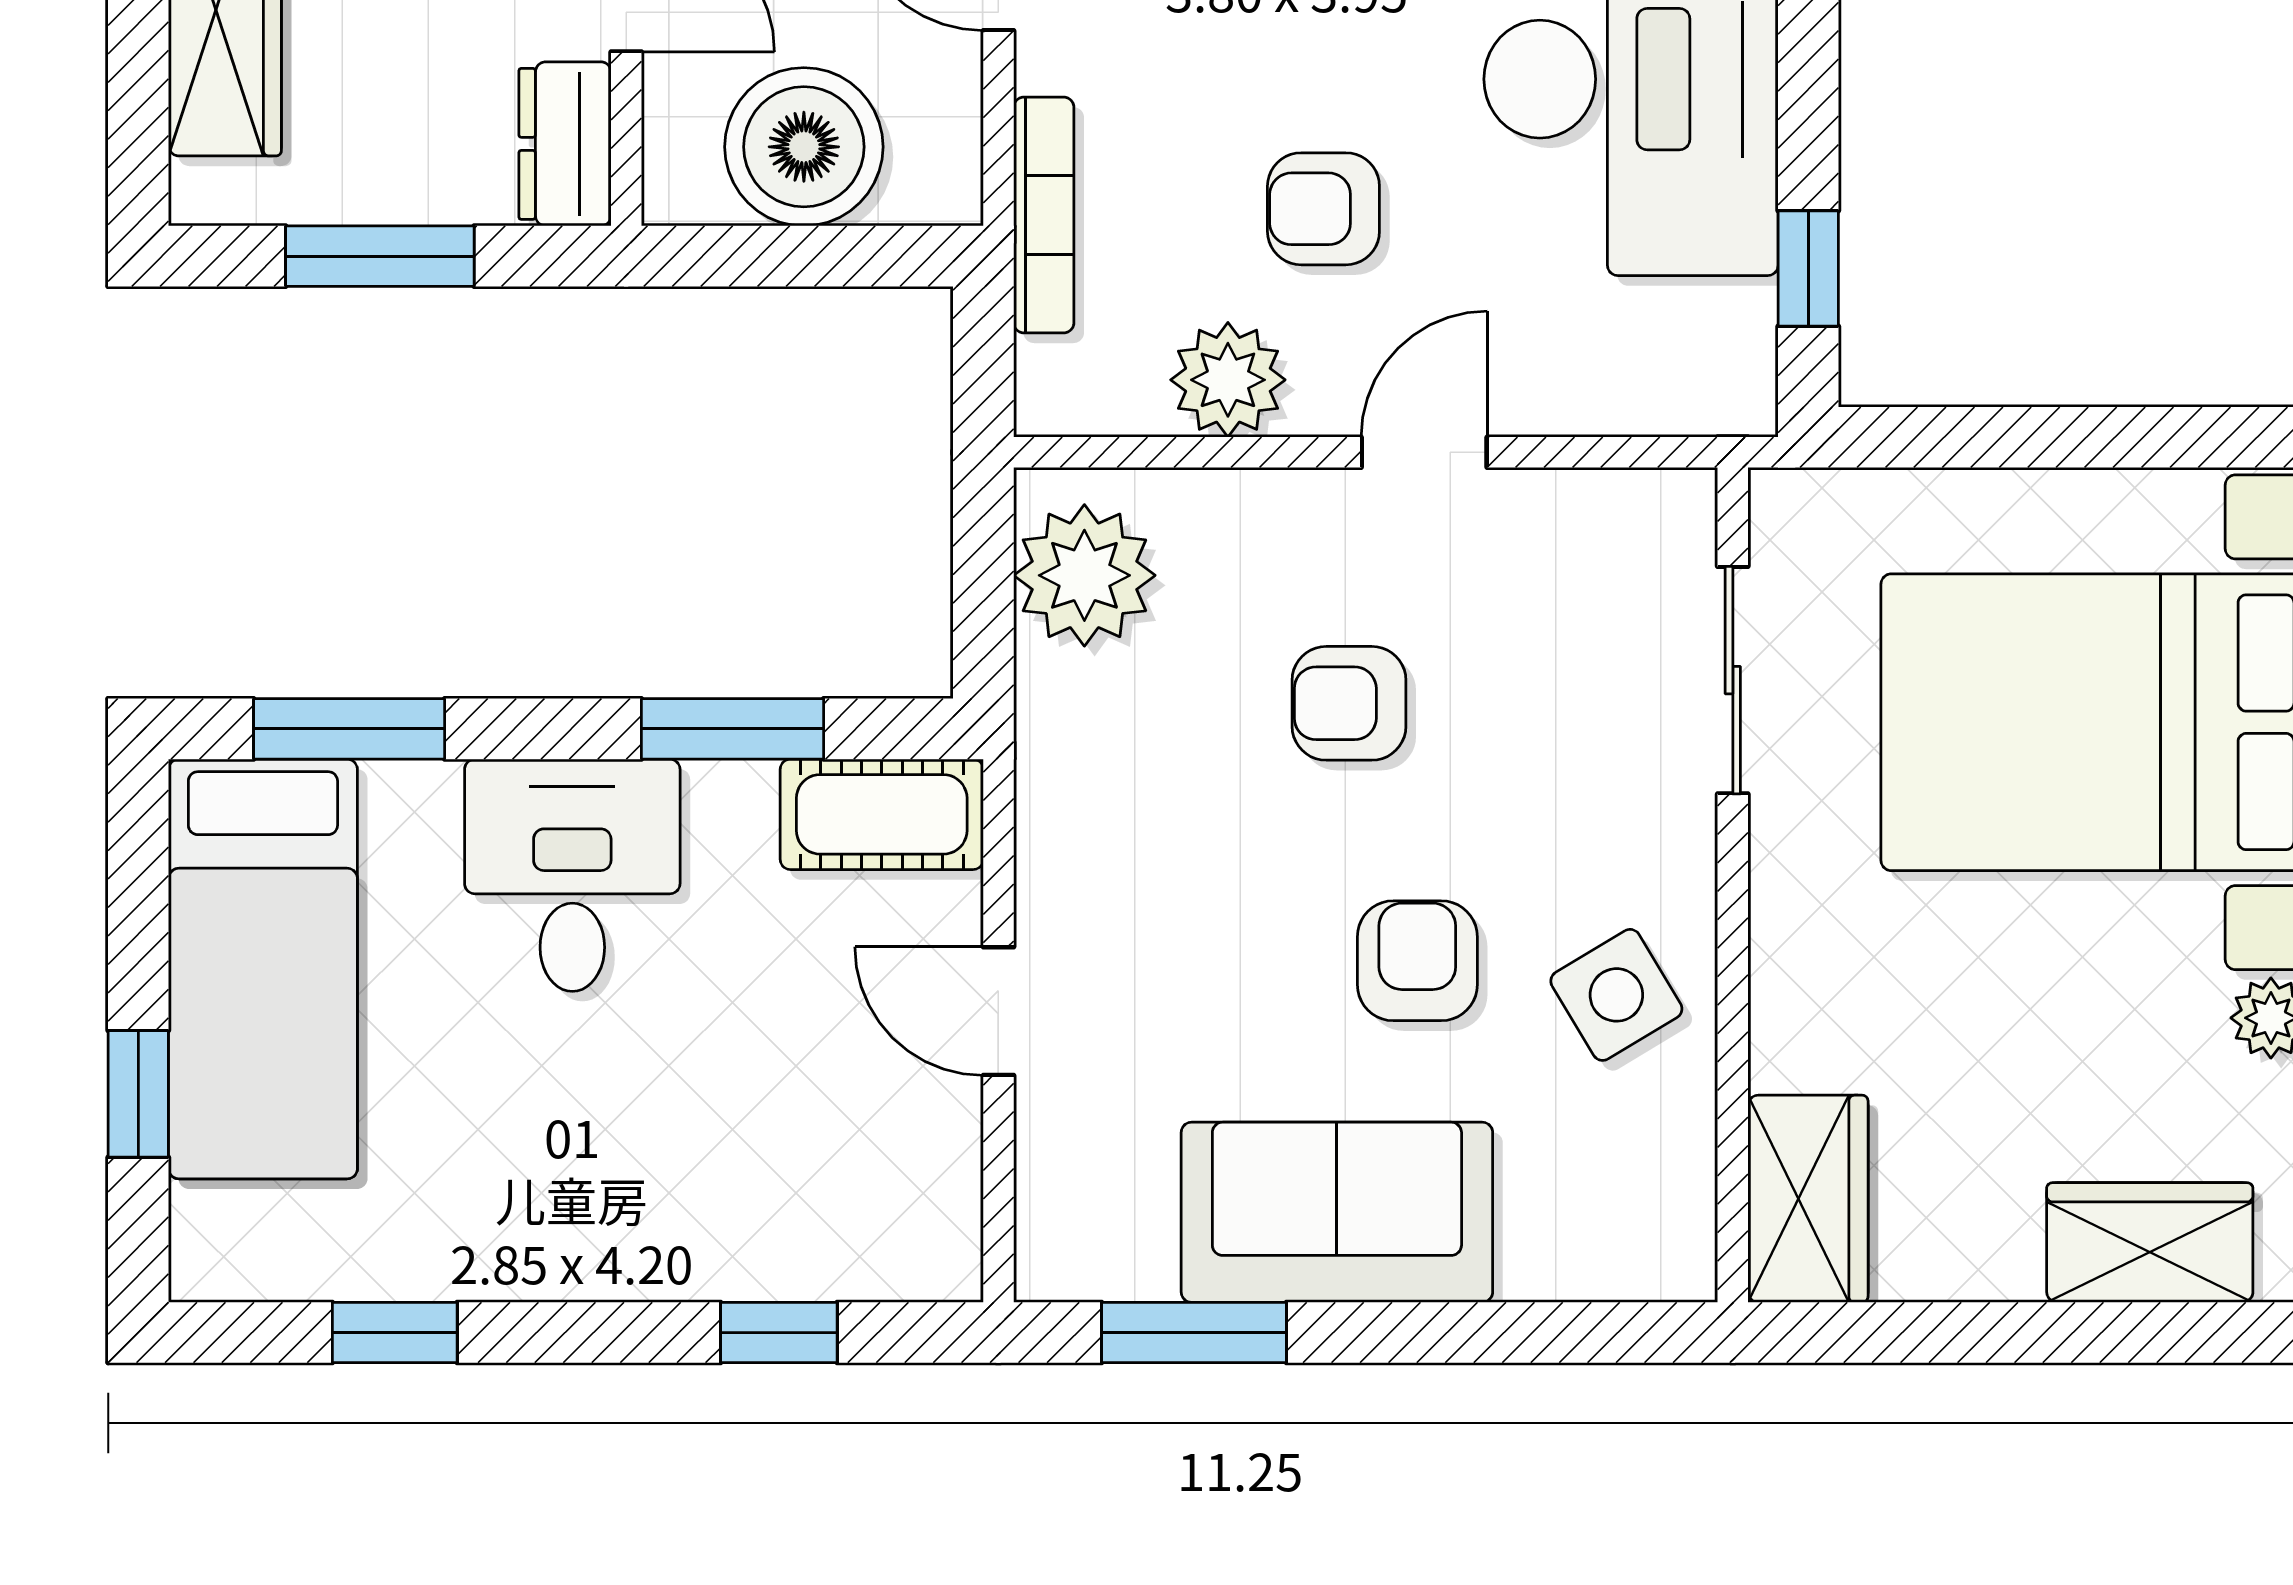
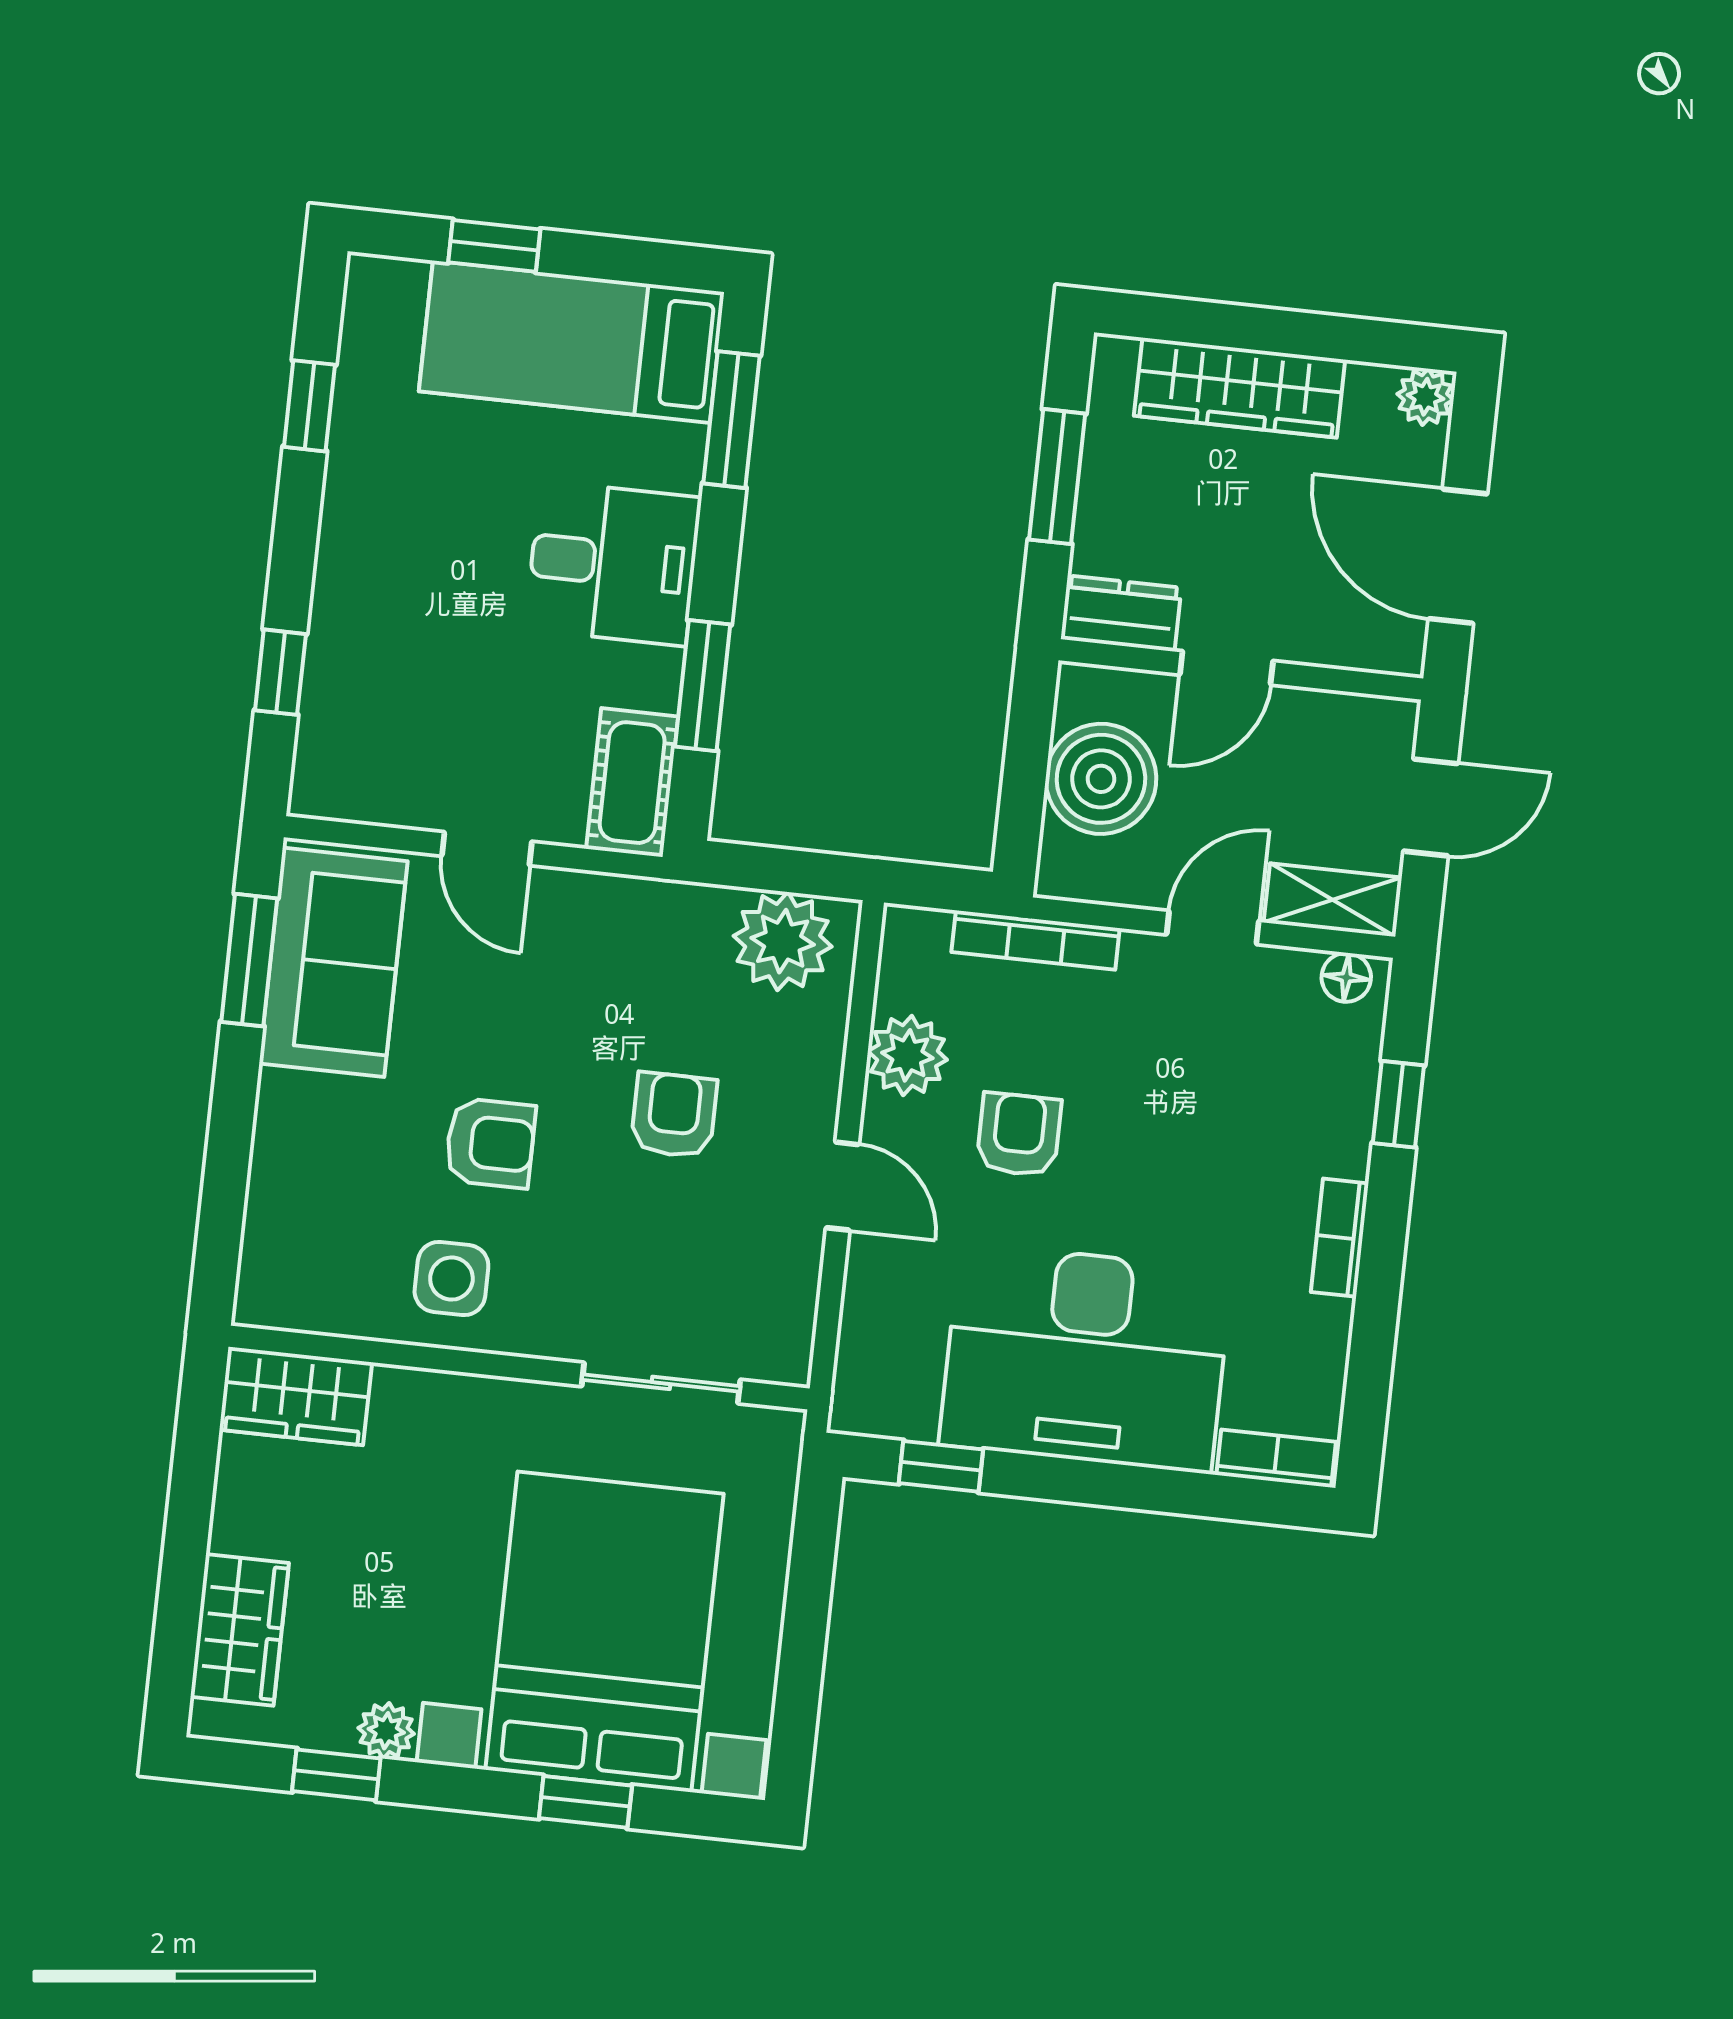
side table: (1616, 995) -> (451, 1279), turned 31
door: (998, 1011) -> (487, 849), swing flipped
sofa: (1337, 1212) -> (333, 962), moved

